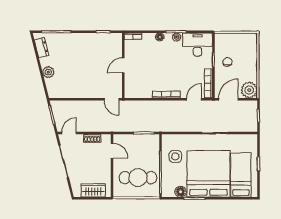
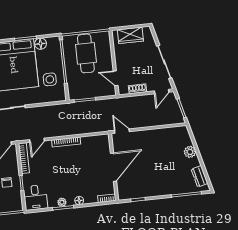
desk: (197, 44) -> (35, 197), width x0.73
door: (123, 65) -> (114, 167), width x1.88
cafe table: (138, 178) -> (86, 53), turned 90

